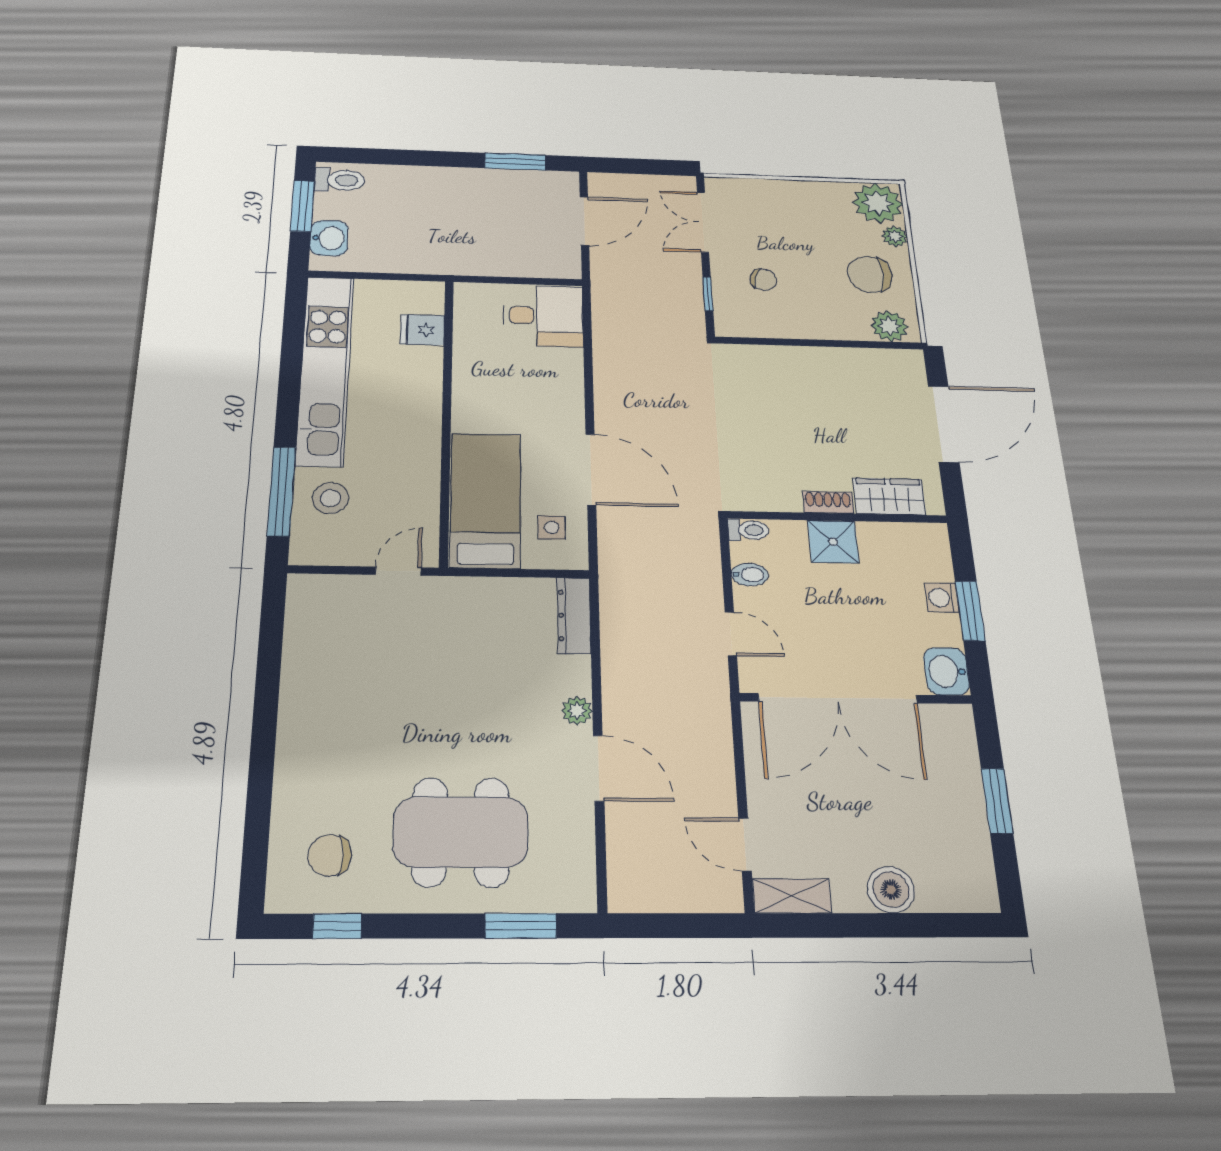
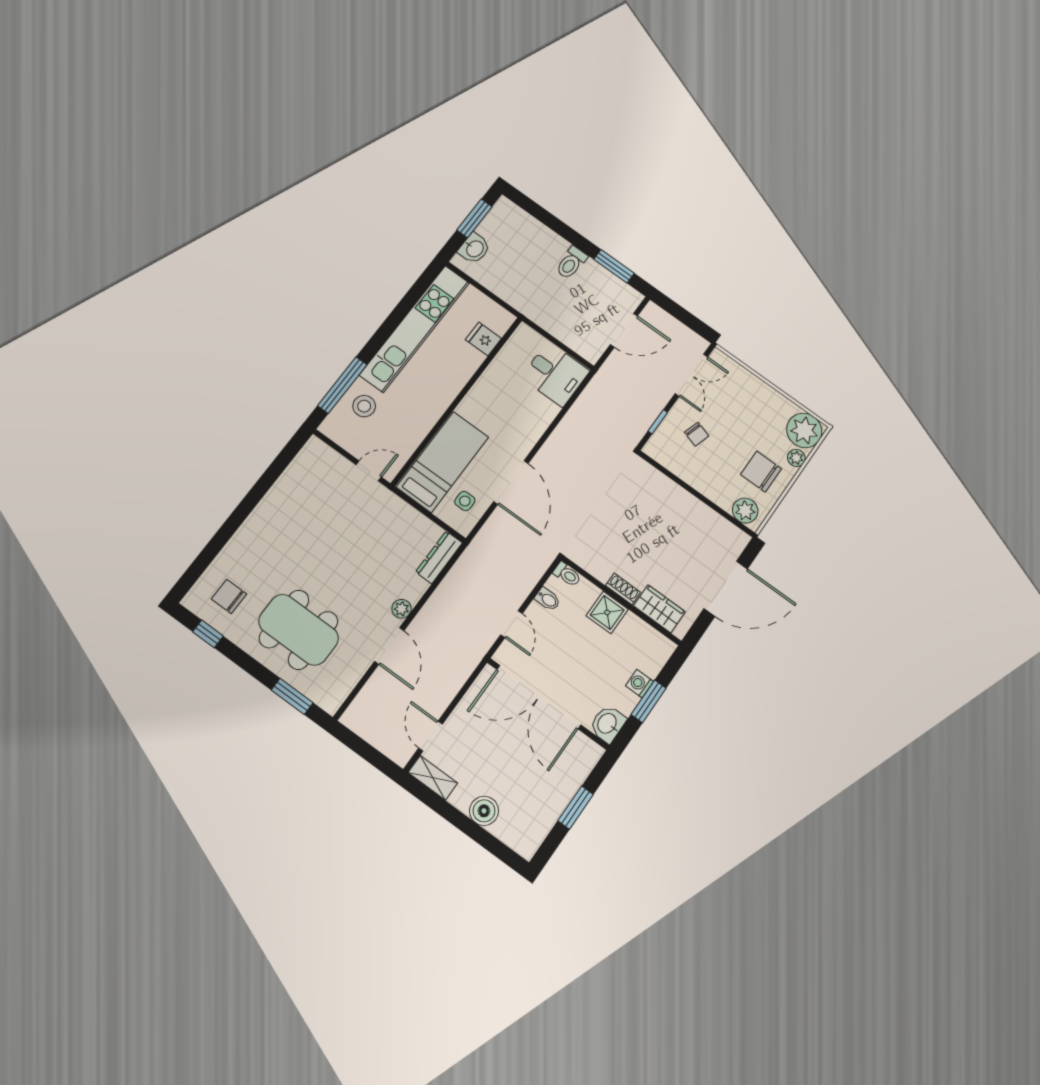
toilet: (340, 180) -> (571, 263), moved, turned 90
double door: (703, 222) -> (691, 375), swing flipped

